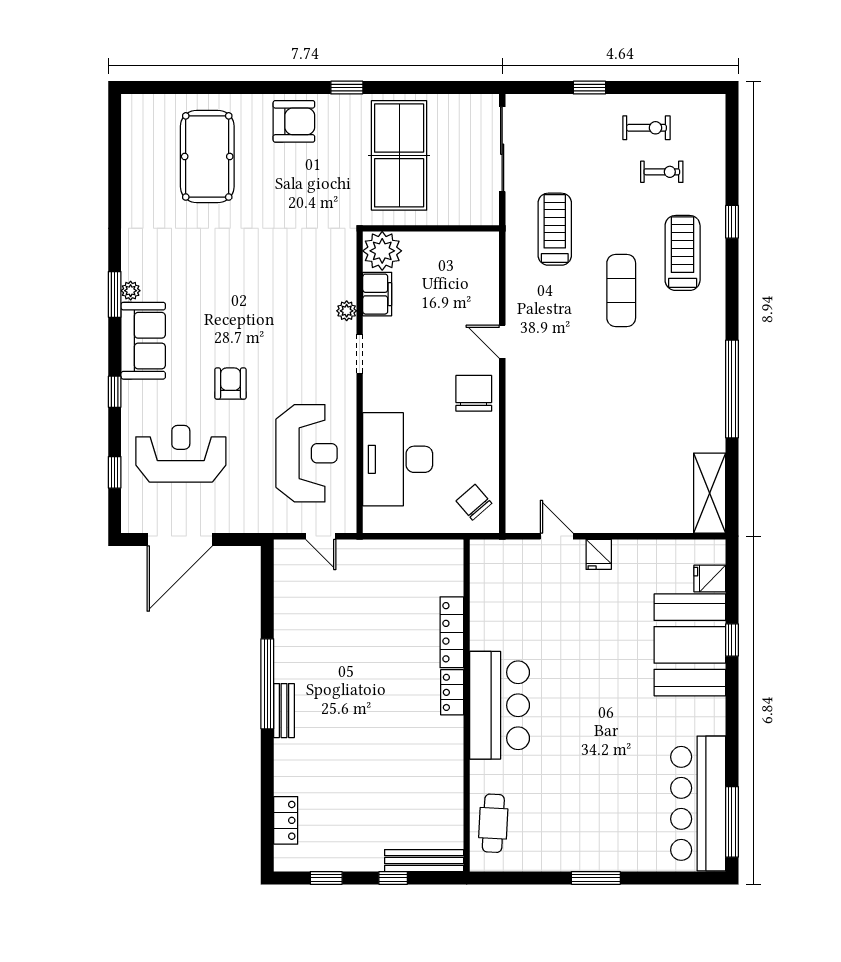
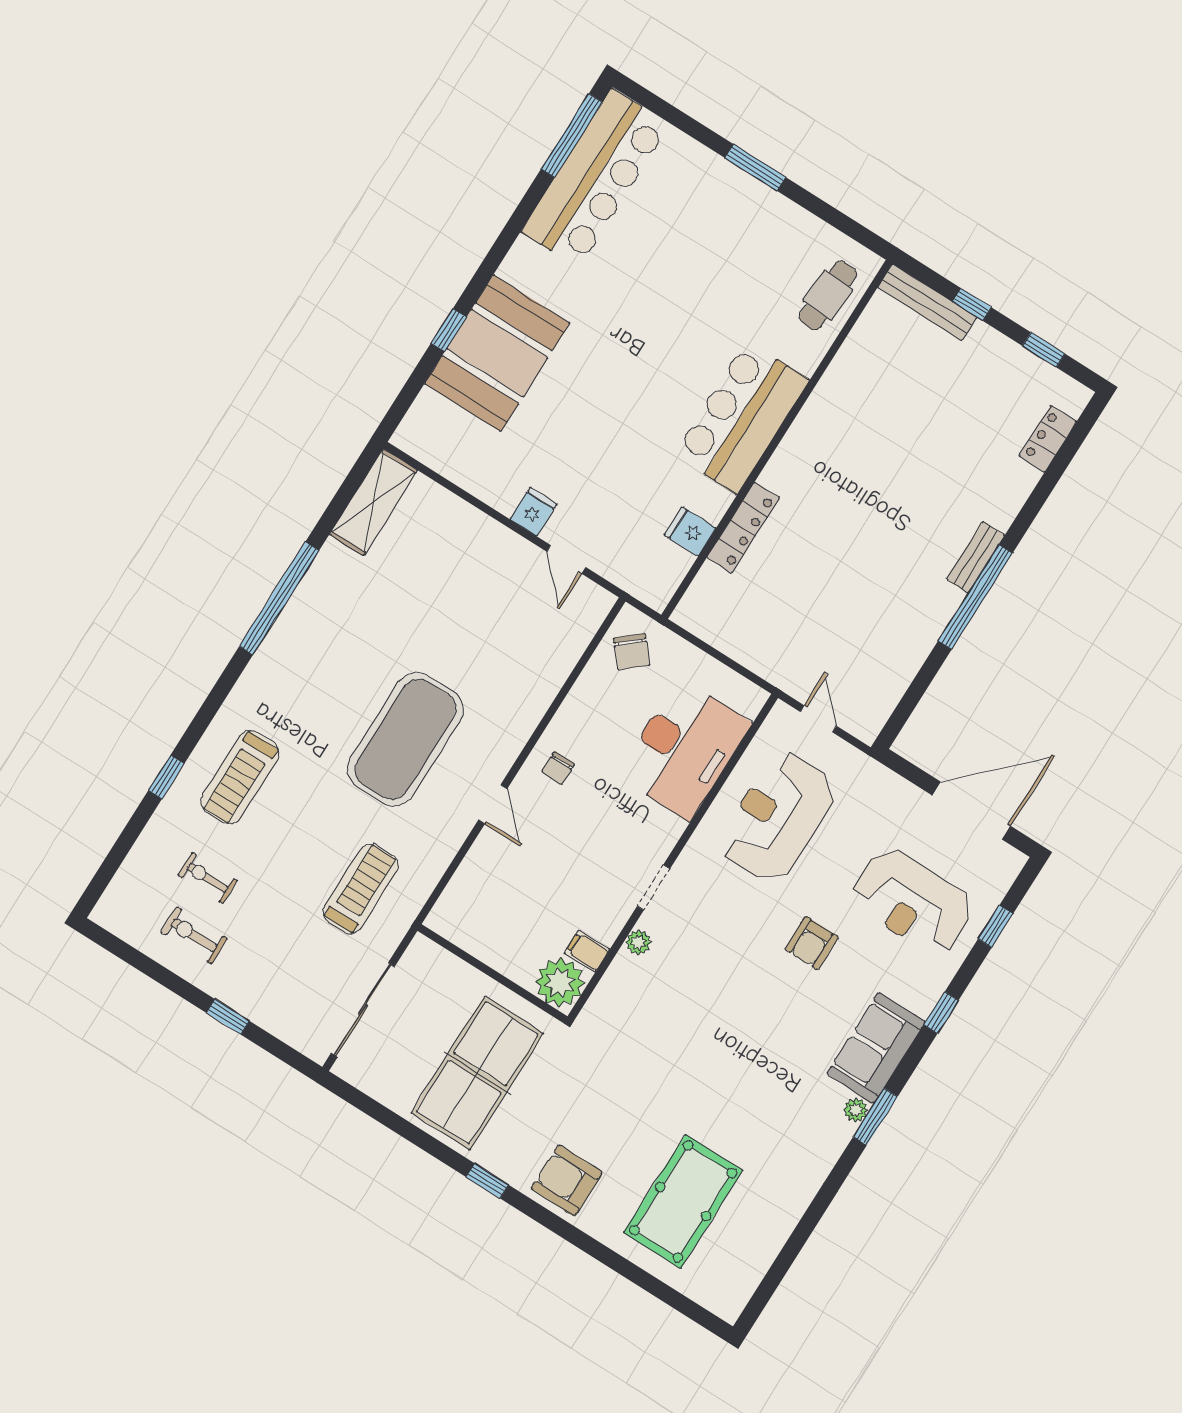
treadmill: (555, 229) -> (361, 889), turned 180
exercise mat: (621, 290) -> (405, 739), moved, width x2.00, depth x1.45
filing cabinet: (377, 294) -> (587, 951), width x0.50
chair: (474, 393) -> (558, 768), width x0.54, depth x0.54
fridge: (710, 579) -> (690, 532), moved, turned 180
locker: (452, 692) -> (783, 463), removed

